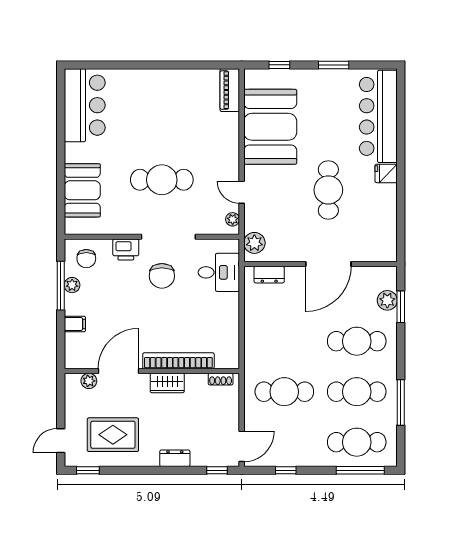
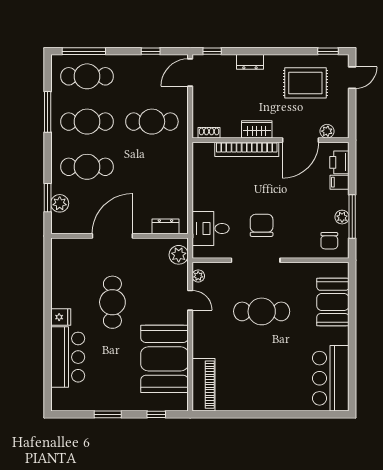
piano: (230, 90) -> (204, 385), width x1.37, depth x1.33
bar counter: (378, 116) -> (68, 357), width x0.73
printer: (126, 250) -> (339, 162), moved, turned -90
chair: (86, 259) -> (329, 241), turned 180

